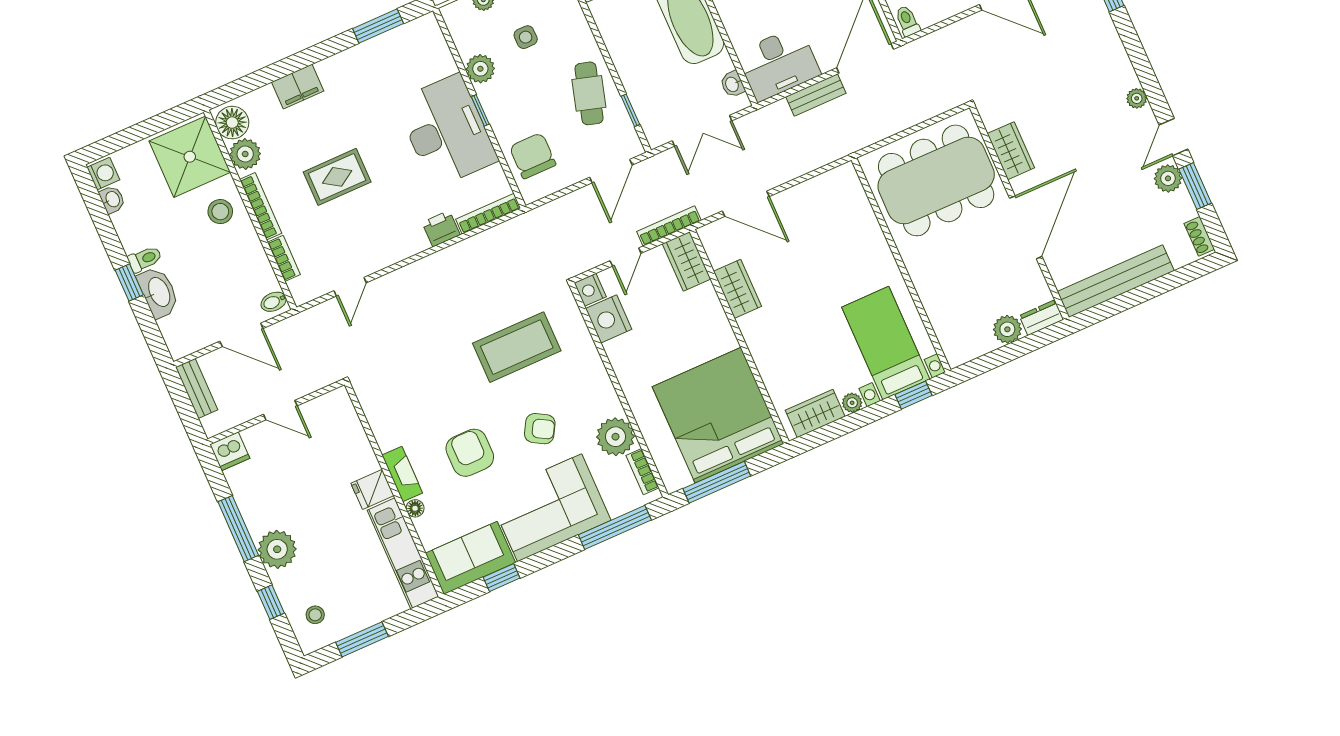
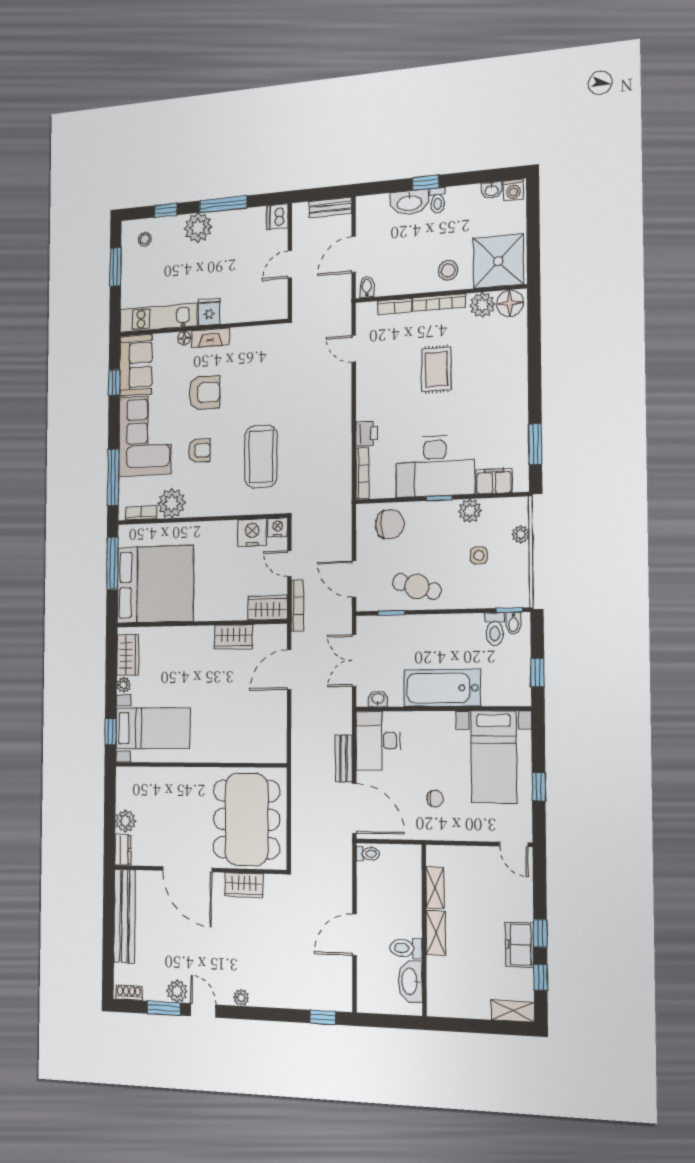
filing cabinet: (298, 87) -> (494, 481), moved, turned 90
armchair: (540, 429) -> (199, 450), turned -120

